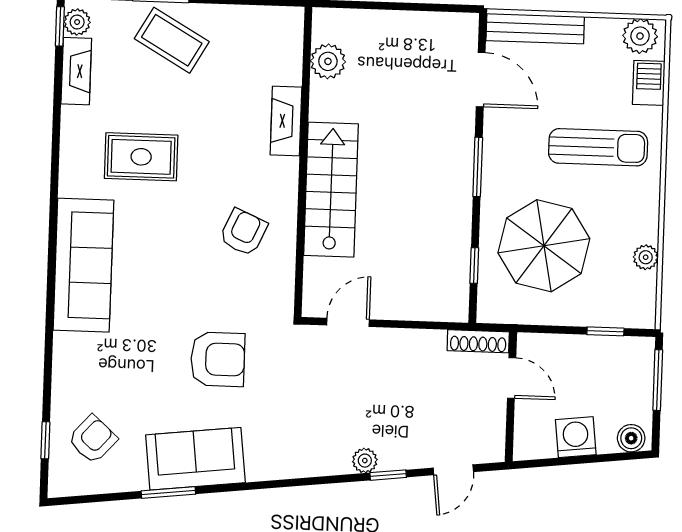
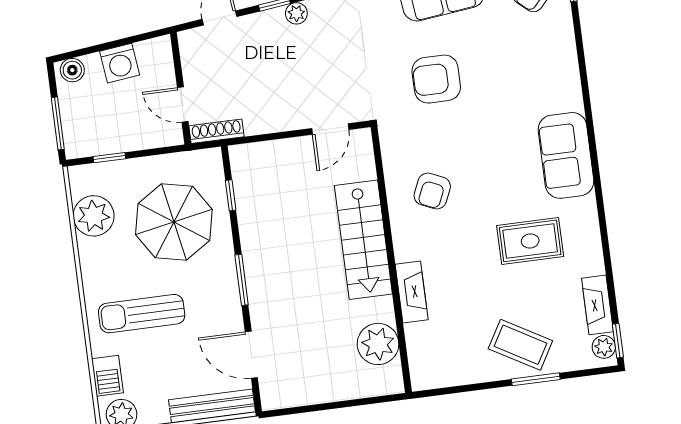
plant: (328, 61) -> (378, 344), width x1.36, depth x1.36
plant: (646, 257) -> (94, 216), width x1.88, depth x1.88
sofa: (83, 265) -> (566, 155), width x0.73

